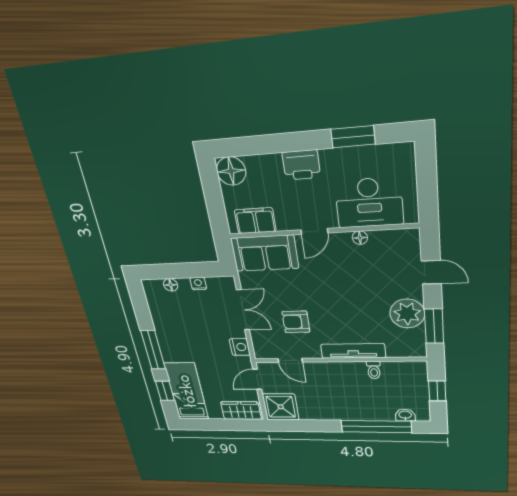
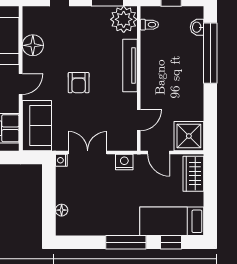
door: (314, 231) -> (21, 84), hinge flipped
floor lamp: (360, 238) -> (33, 45), width x1.89, depth x1.89
nightstand: (198, 284) -> (61, 160), moved
plant: (407, 314) -> (124, 19), moved
armchair: (296, 322) -> (79, 83), moved
toilet: (374, 370) -> (149, 25), moved

